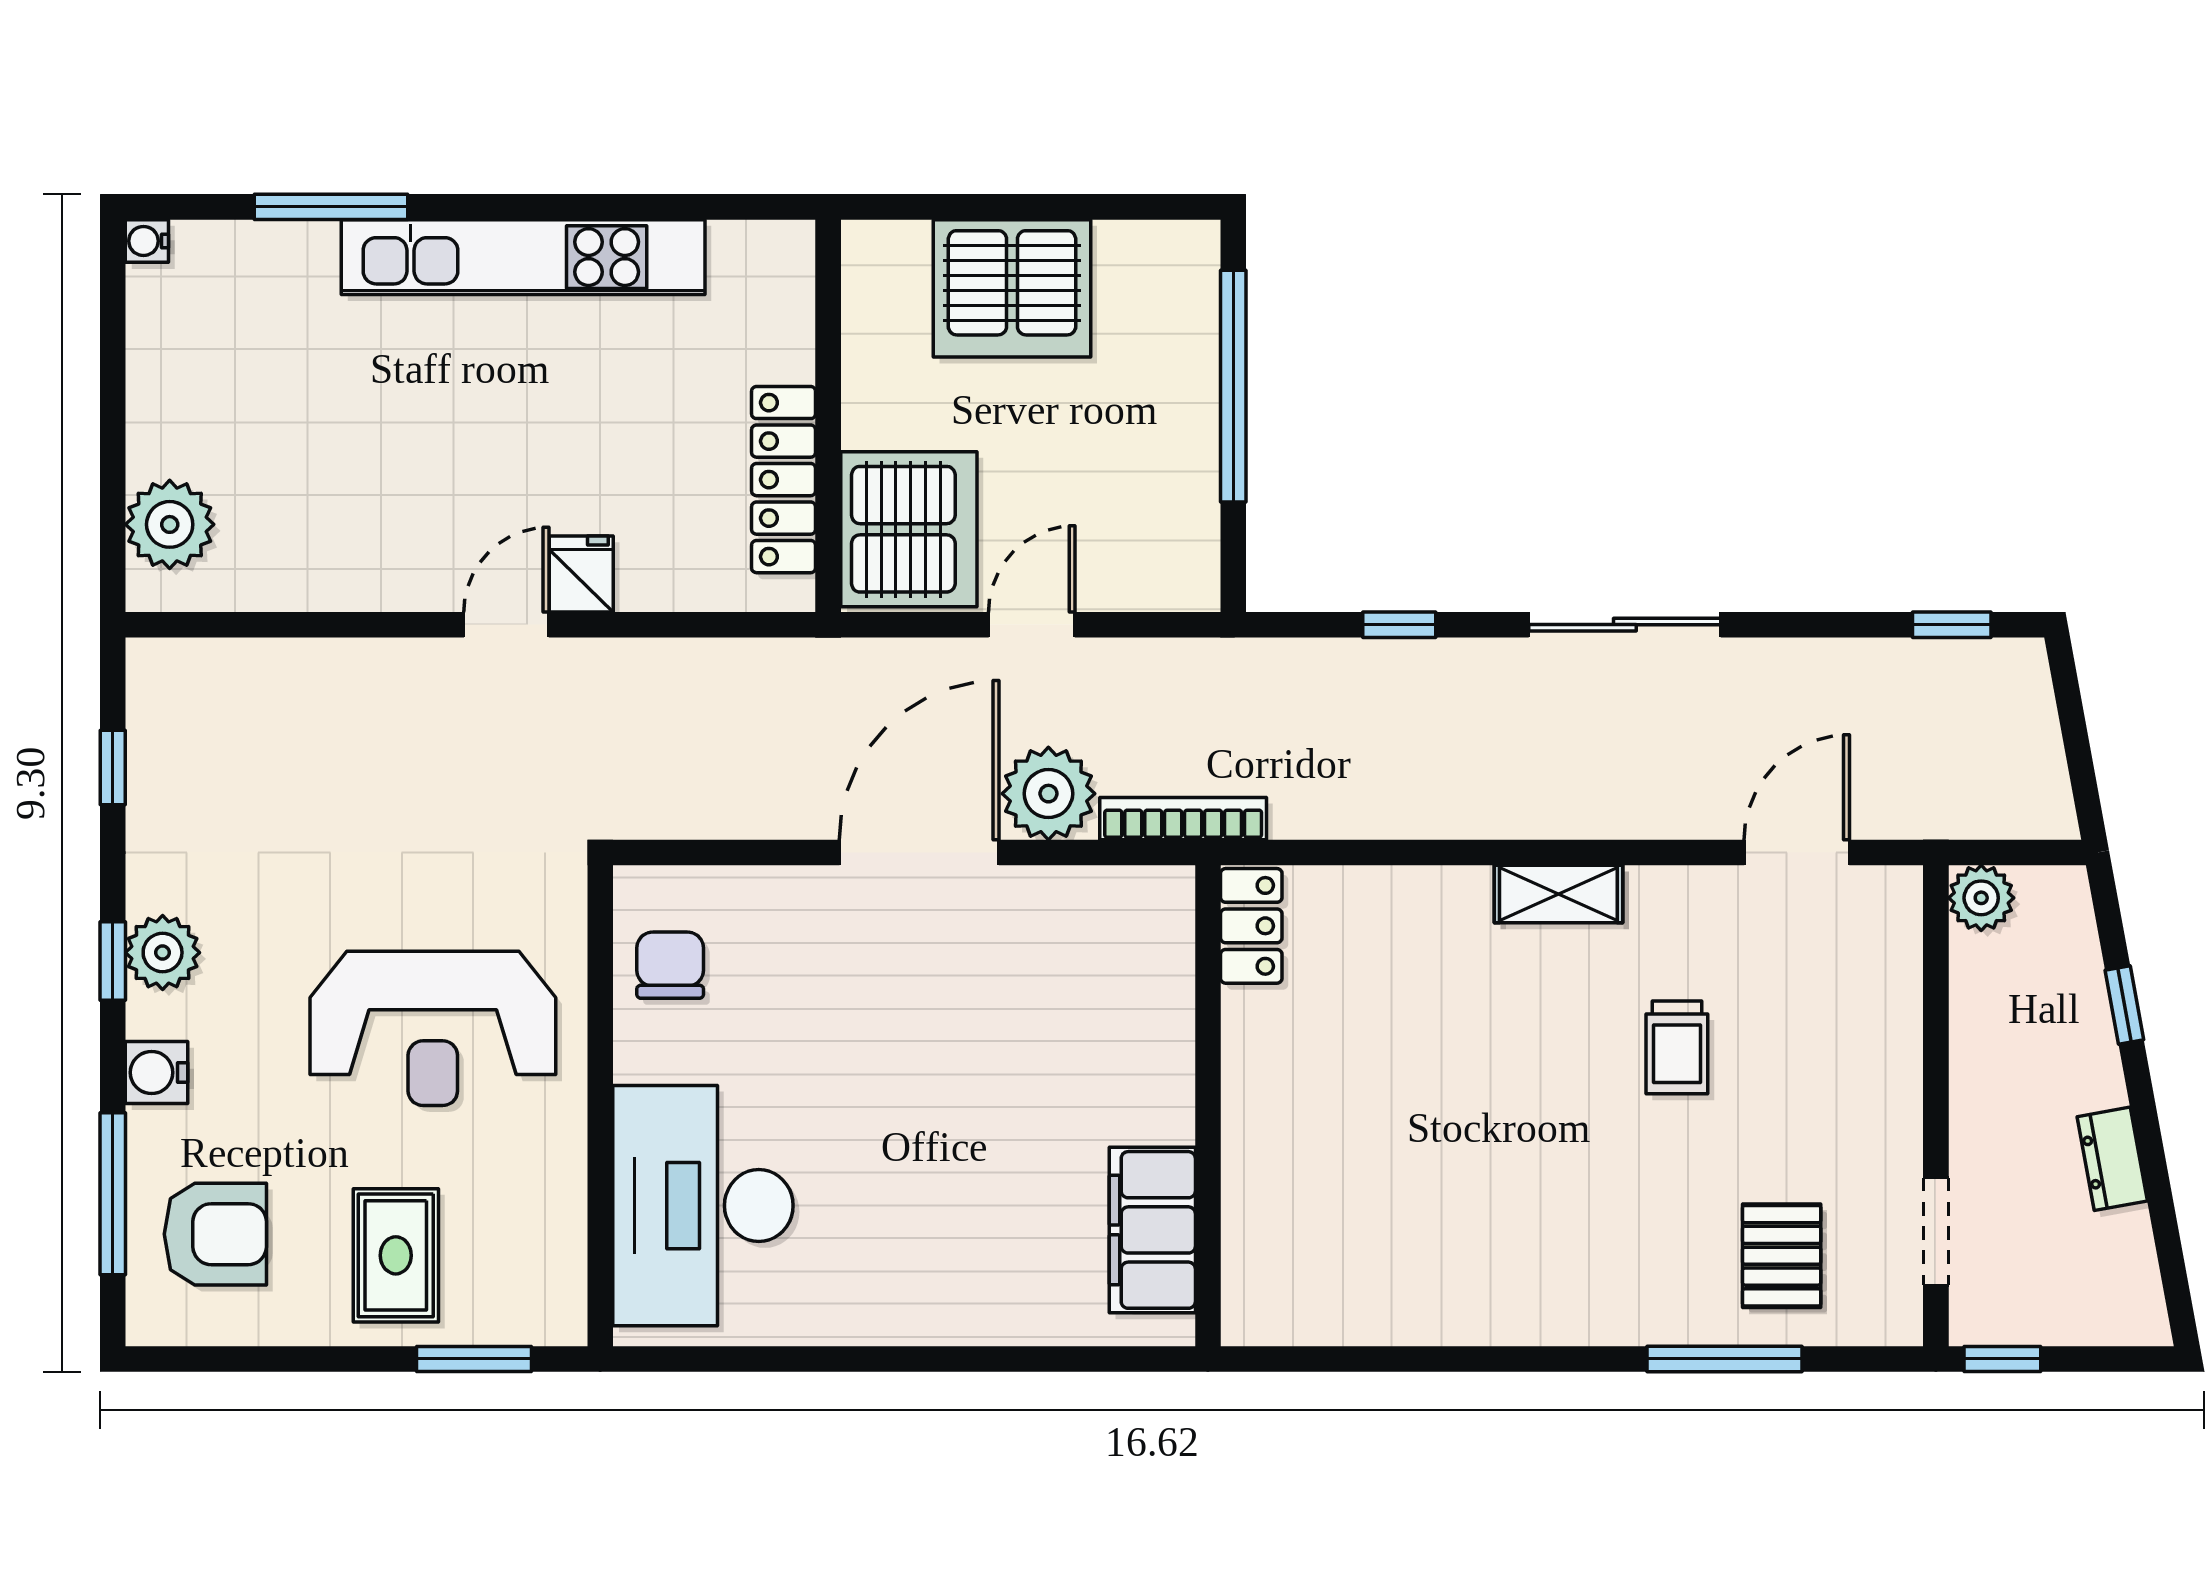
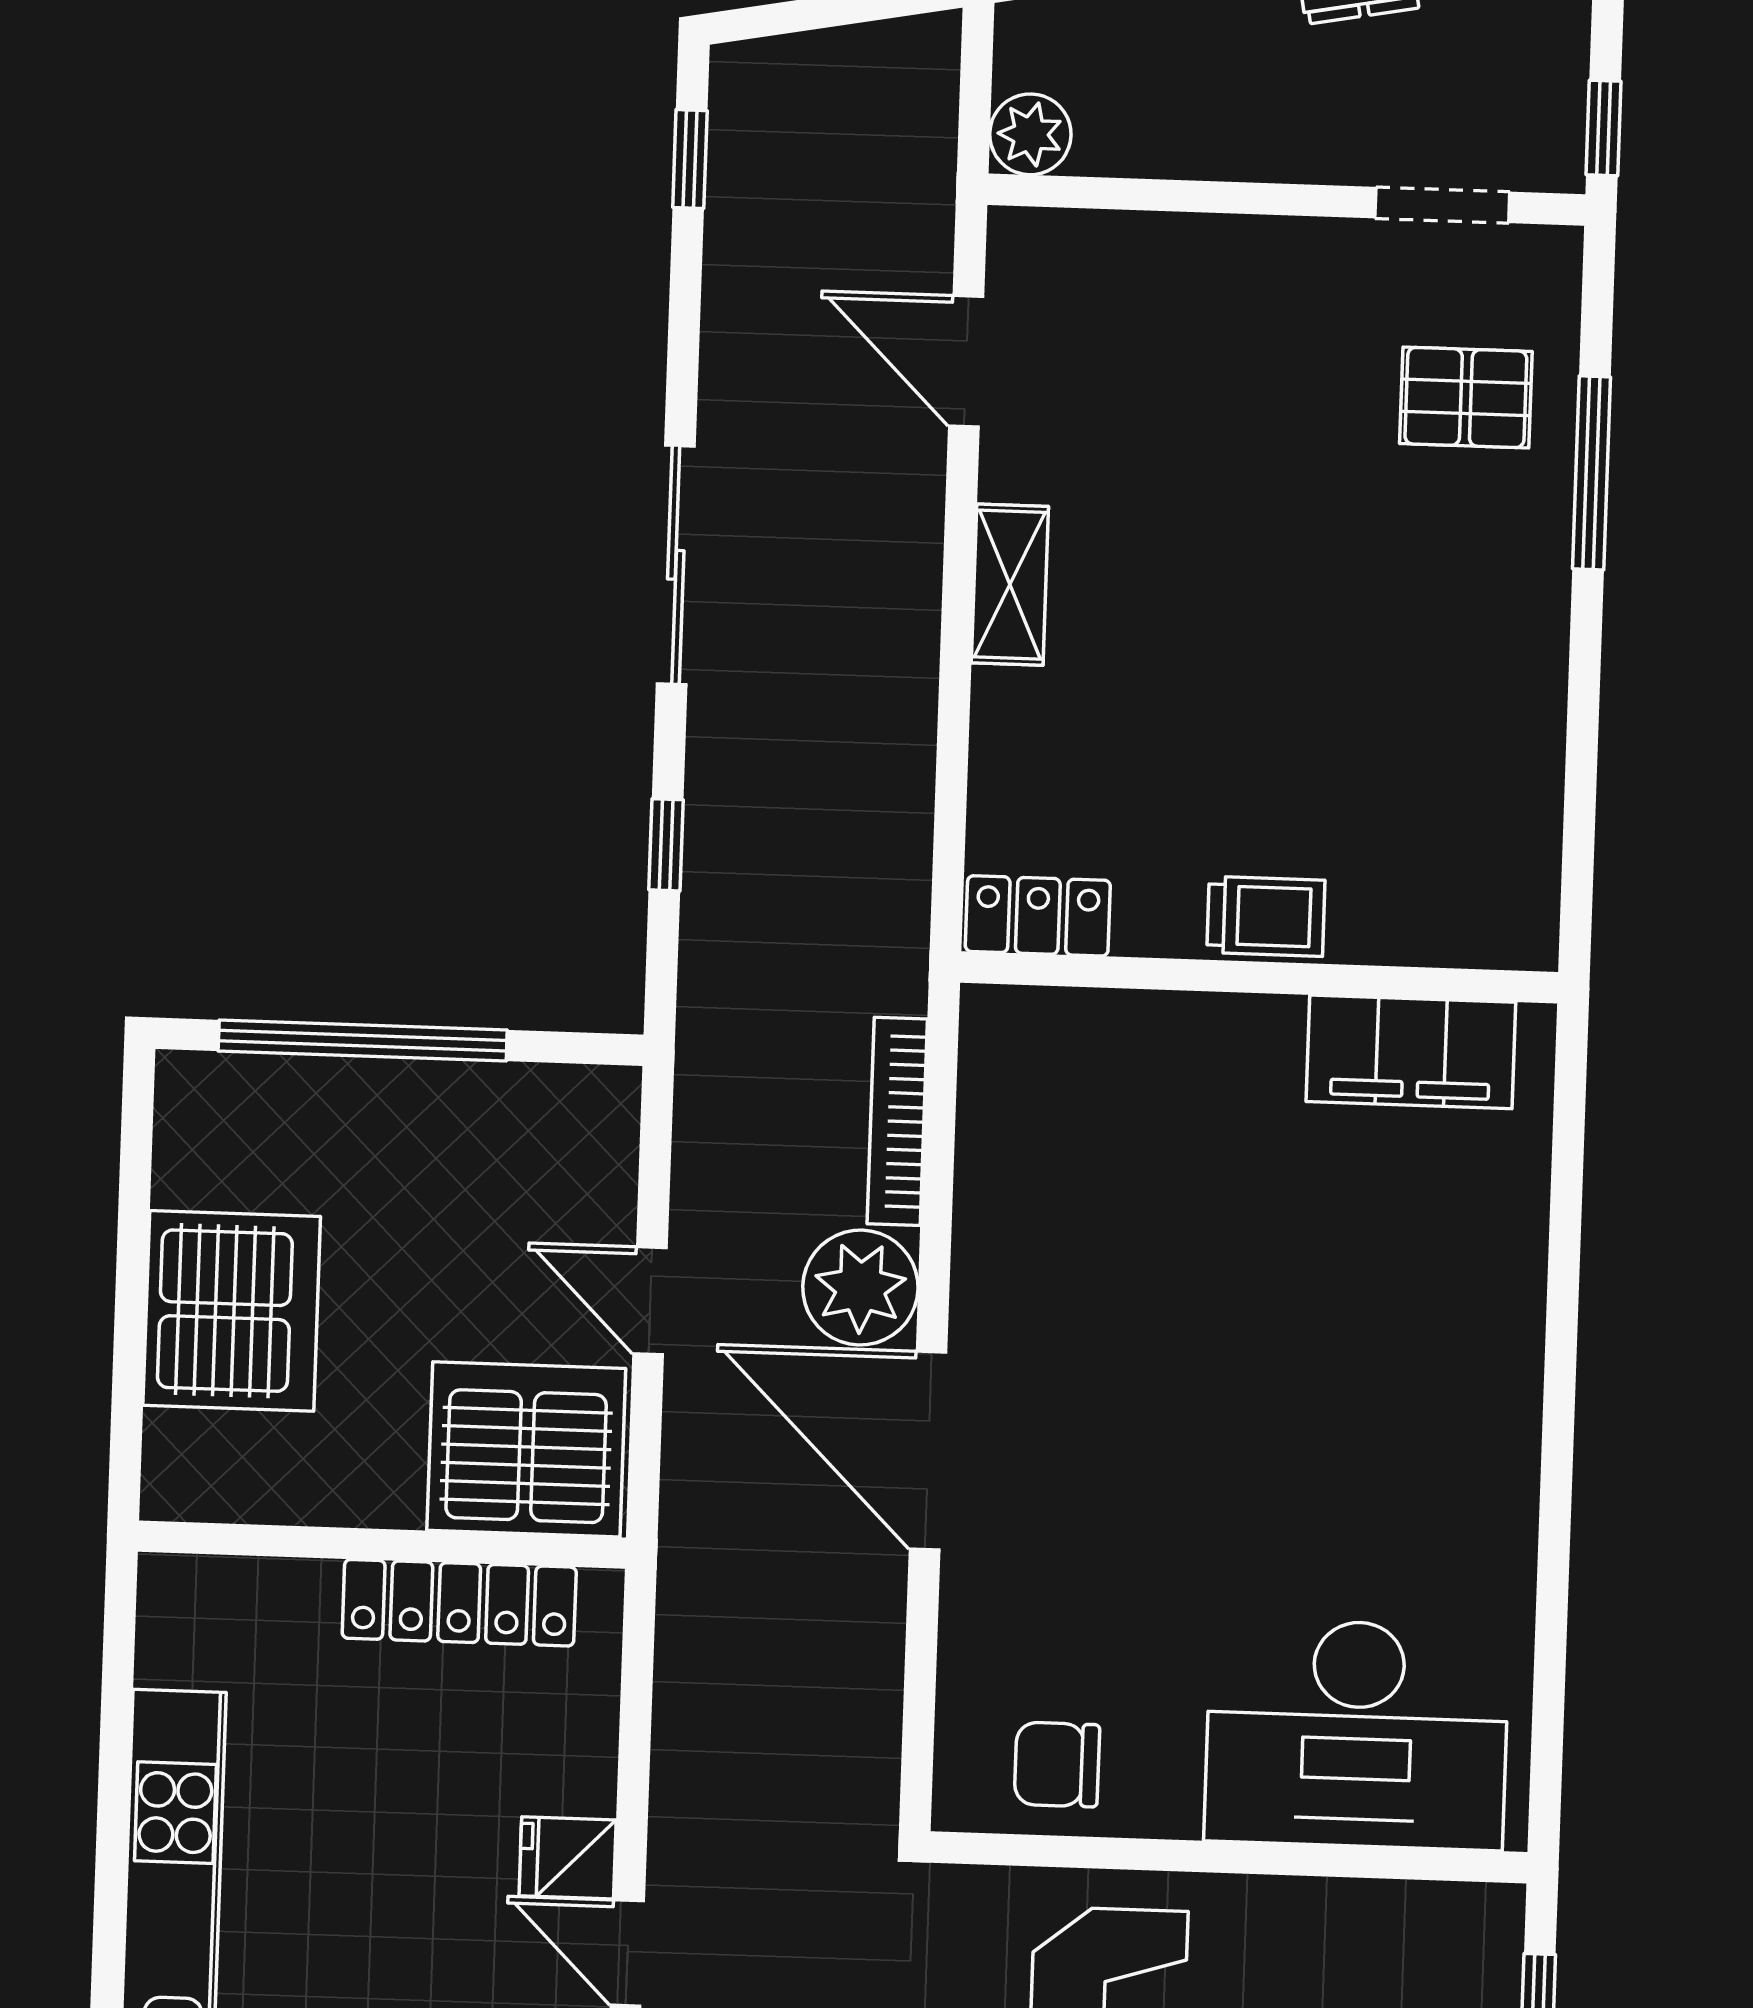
shelving: (1558, 894) -> (1010, 585), moved
locker: (1251, 926) -> (1038, 916), moved
trolley: (1677, 1047) -> (1266, 916), moved
wall: (1208, 1106) -> (1259, 977), moved
filing cabinet: (1152, 1230) -> (1411, 1052), moved

